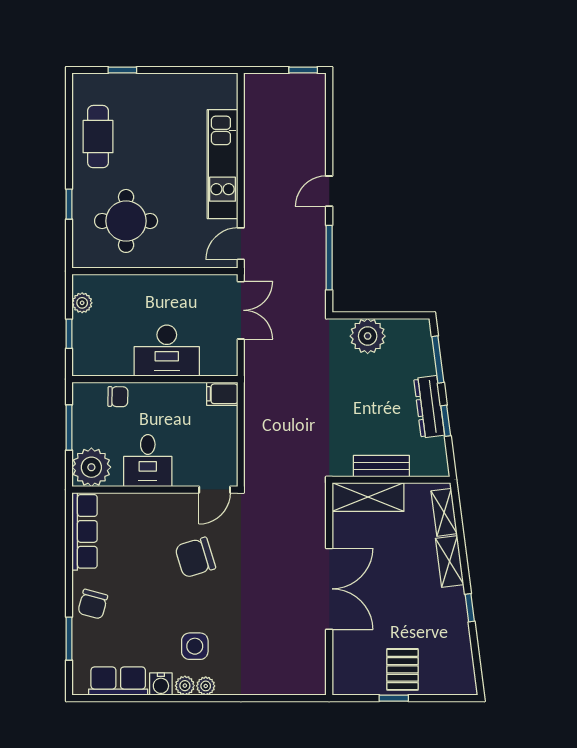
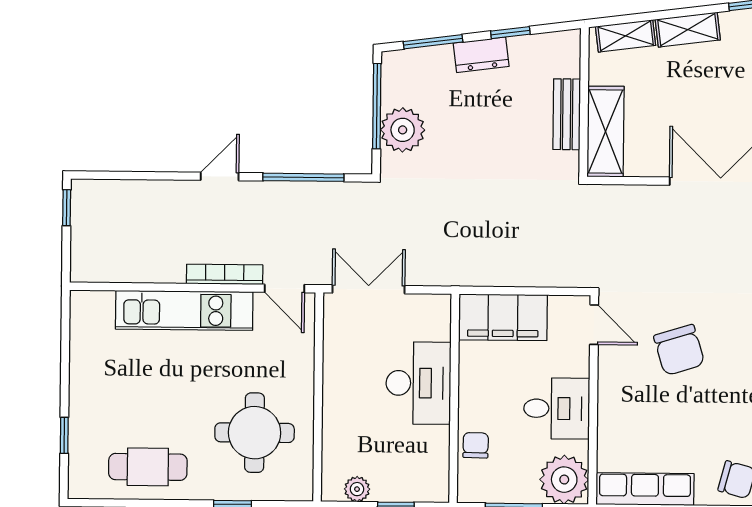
door: (329, 191) -> (220, 176), swing flipped
bookcase: (251, 196) -> (225, 274), added
window: (386, 315) -> (377, 106), added
filing cabinet: (222, 394) -> (503, 317), width x3.00, depth x1.17
dresser: (429, 407) -> (481, 55), width x0.70

